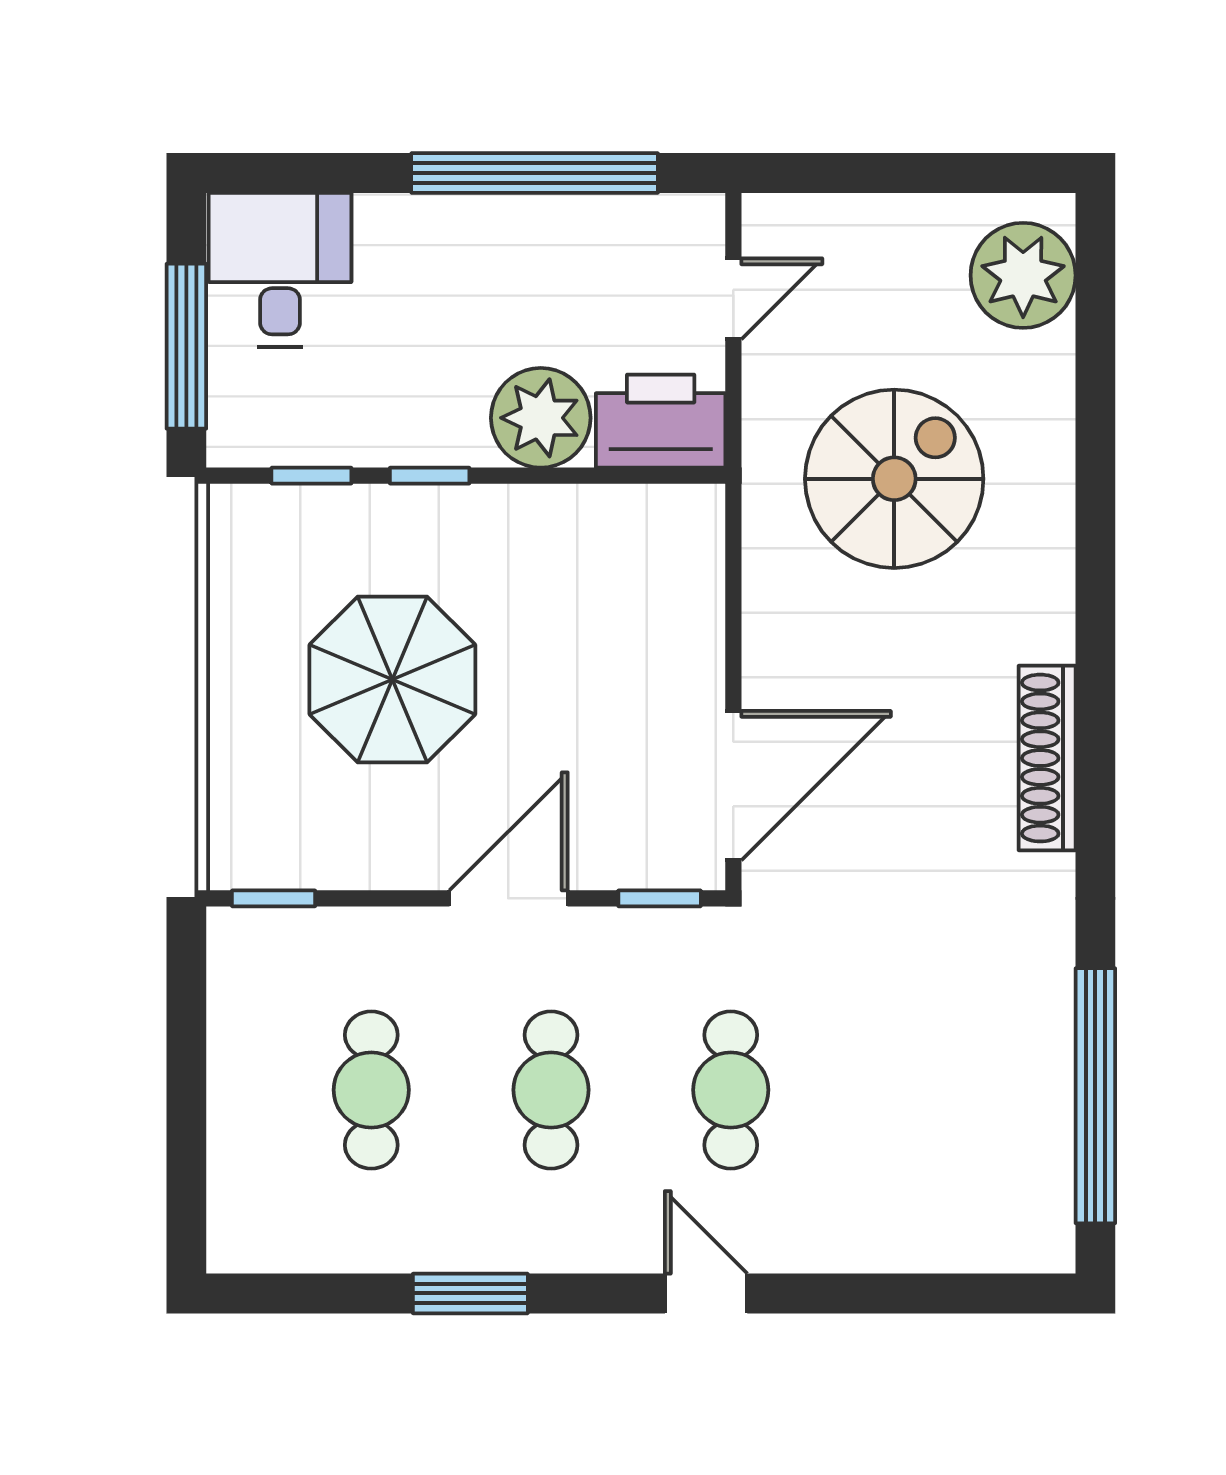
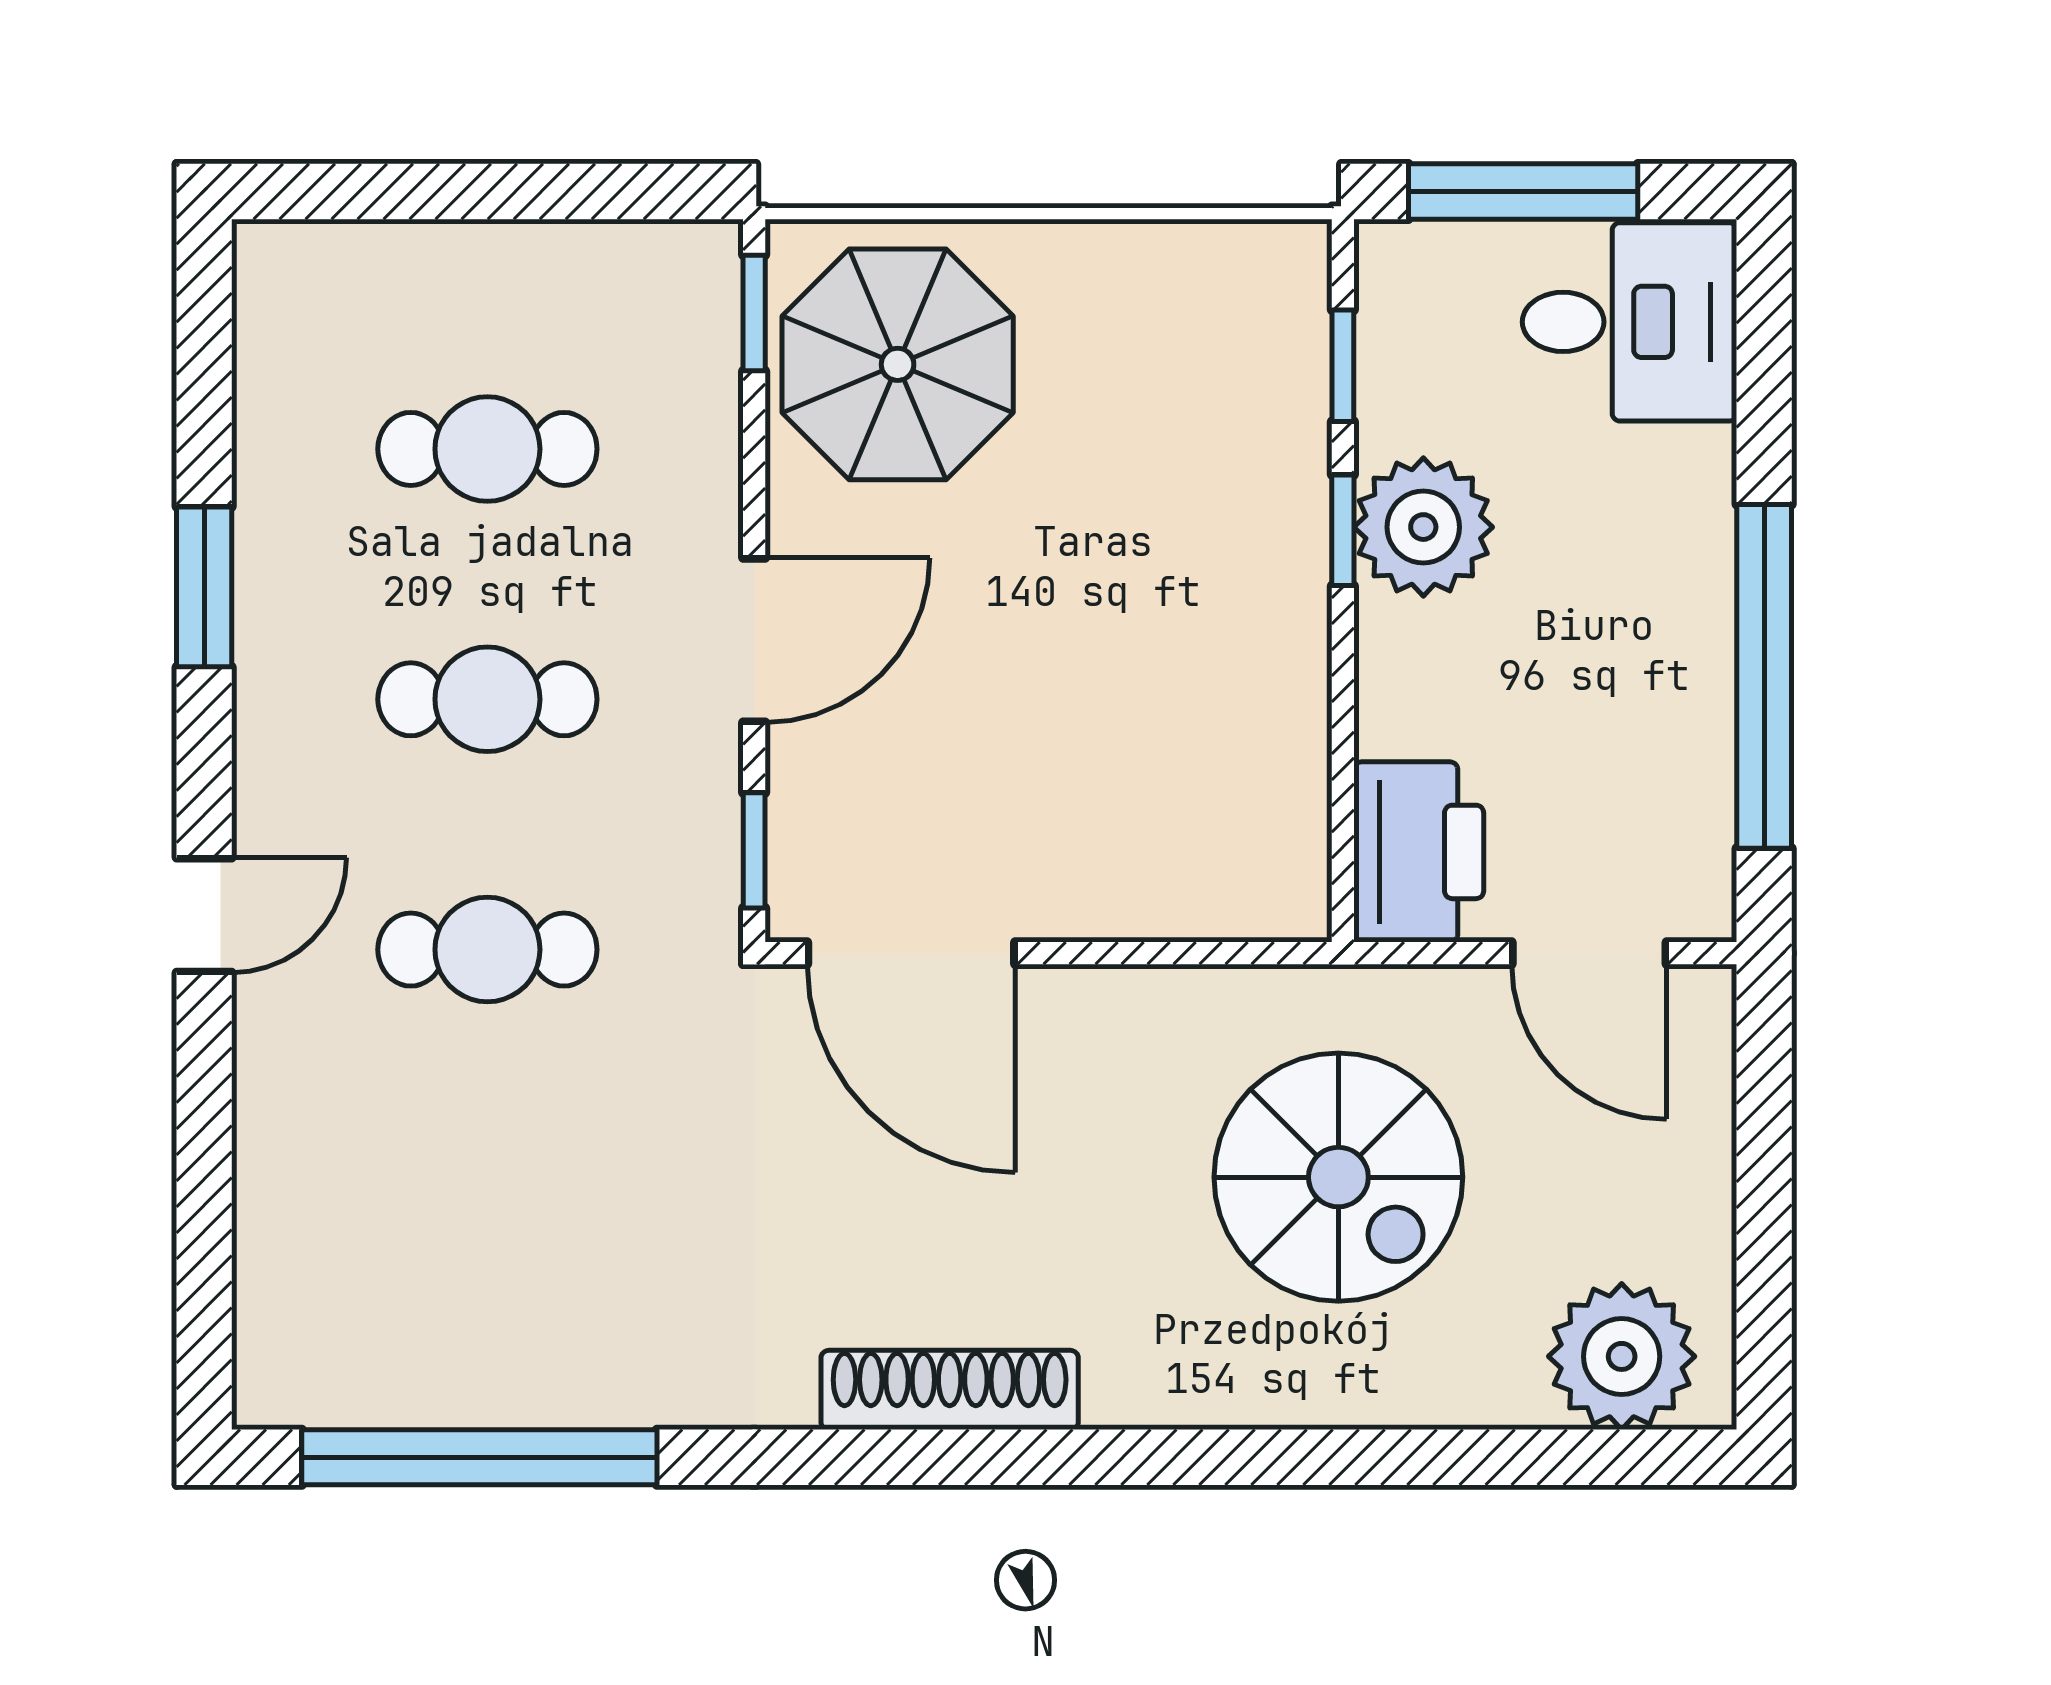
door: (733, 299) -> (1589, 953), width x1.38
plant: (541, 418) -> (1423, 527), moved
parasol: (392, 680) -> (898, 364), moved
door: (509, 898) -> (754, 640), hinge flipped

